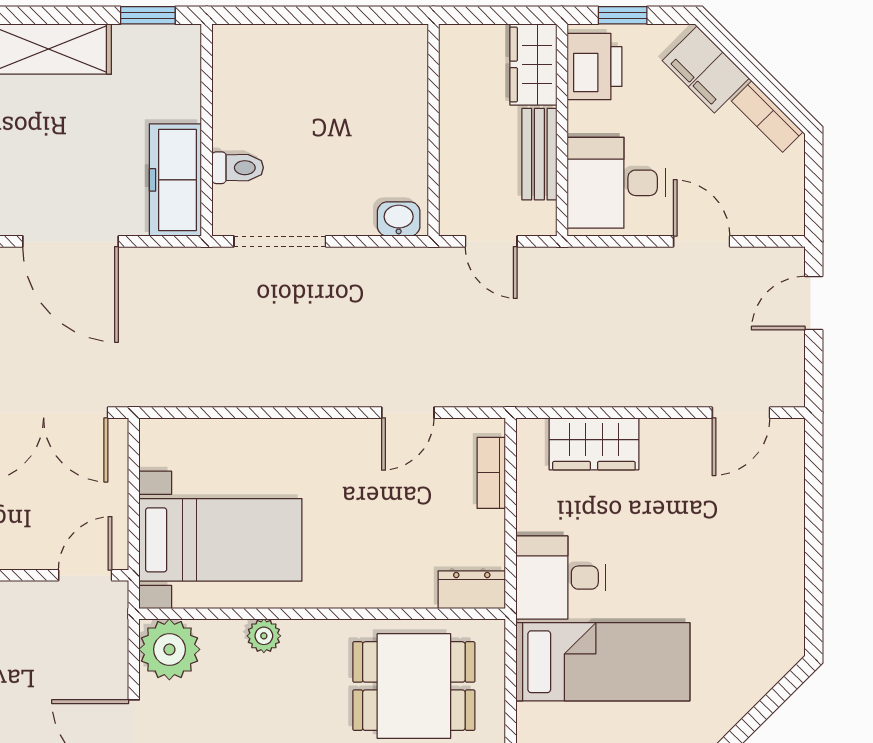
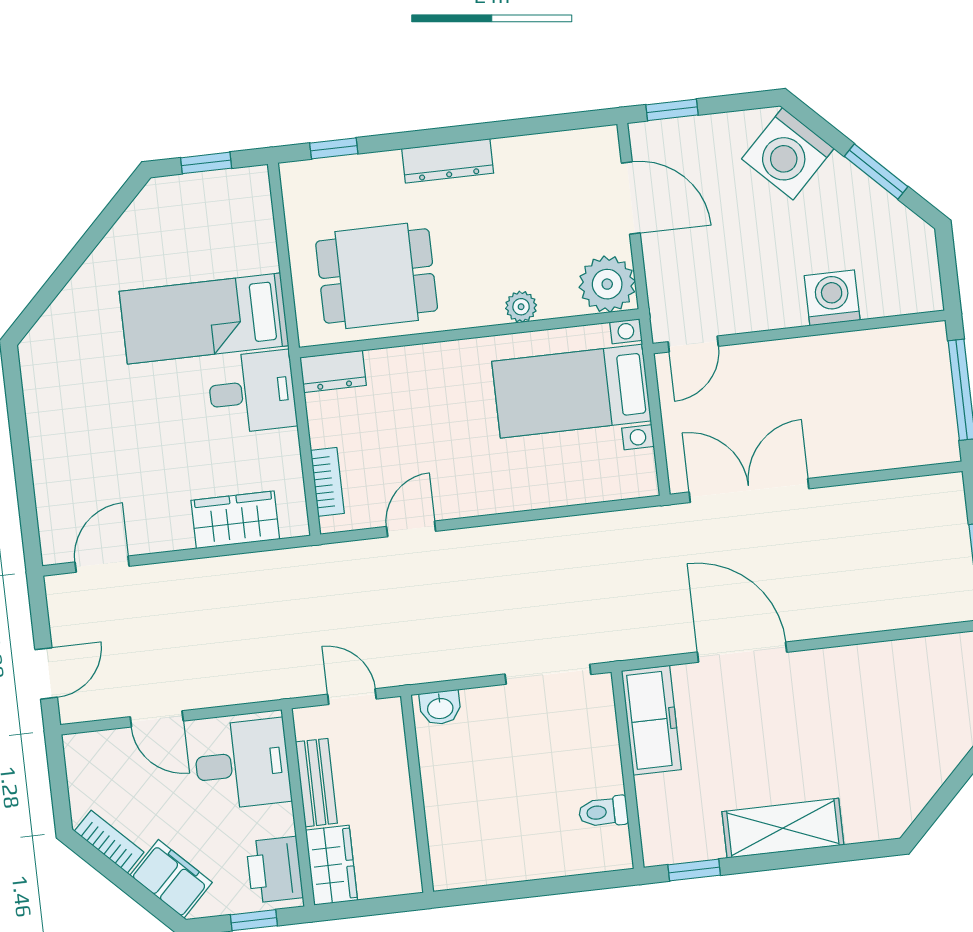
toilet: (238, 168) -> (603, 812), moved

